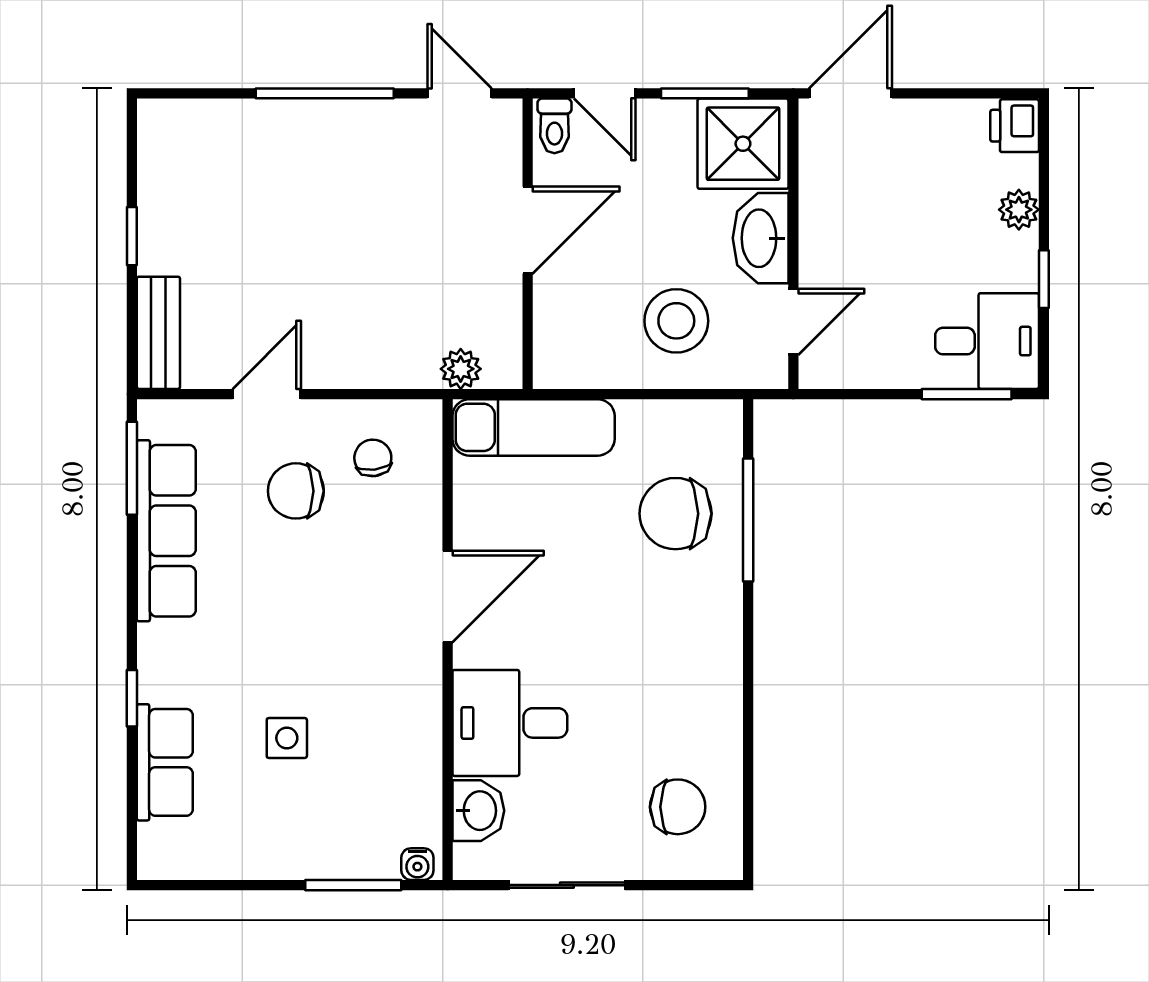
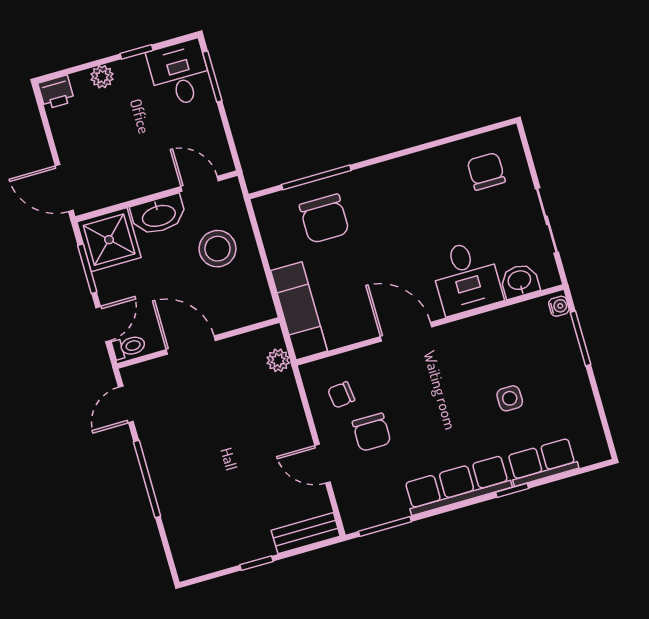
row of seats: (166, 531) -> (458, 485), moved

